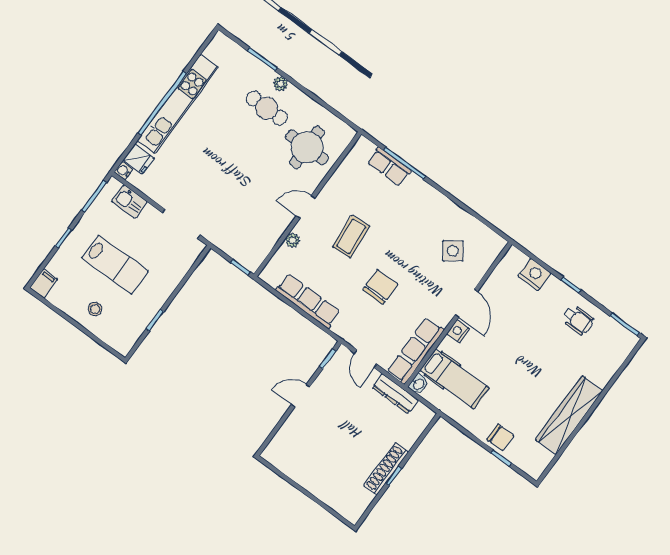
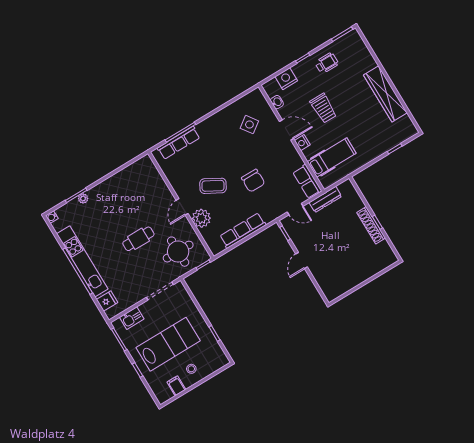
plant: (280, 84) -> (83, 198), moved
cafe table: (267, 108) -> (138, 239), moved
round table: (307, 147) -> (178, 252), moved
row of seats: (389, 167) -> (179, 143), width x1.48
water cooler: (123, 171) -> (52, 217), moved
coffee table: (351, 236) -> (213, 186), turned -56
plant: (293, 240) -> (201, 218), width x1.87, depth x1.87
lab bench: (115, 265) -> (168, 344), width x1.36, depth x1.39
filing cabinet: (44, 283) -> (176, 386), moved
chair: (380, 287) -> (253, 181), turned 180
trolley: (516, 341) -> (323, 108), added
row of seats: (416, 351) -> (307, 182), width x0.68
washbasin: (418, 384) -> (277, 102), moved
chair: (500, 437) -> (381, 144), removed

